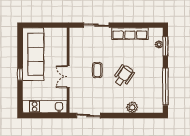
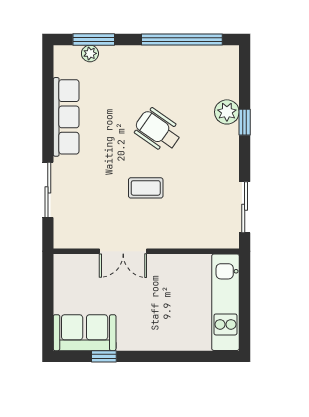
sofa: (33, 54) -> (85, 333), width x0.54, depth x0.79
window: (20, 74) -> (104, 356), moved
double door: (68, 77) -> (123, 251), moved
window: (128, 115) -> (245, 122), added

